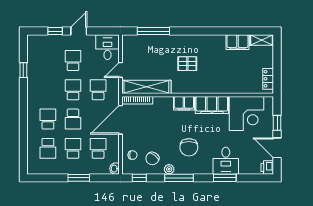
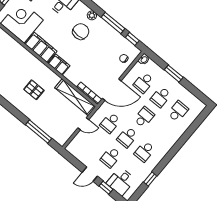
desk: (107, 47) -> (121, 181), moved
school desk: (48, 119) -> (144, 151), moved
chair: (152, 158) -> (112, 45), removed
plant: (169, 169) -> (92, 15), moved
window: (179, 178) -> (113, 23), moved

